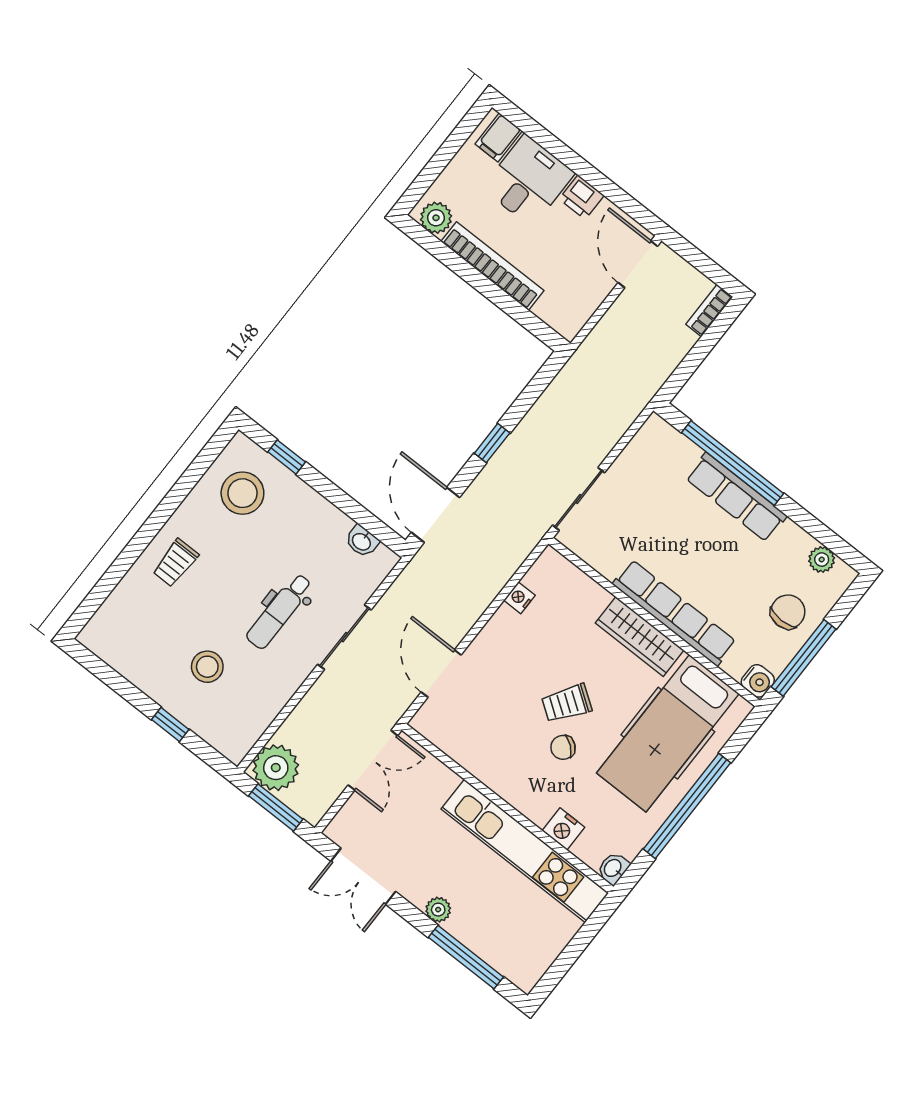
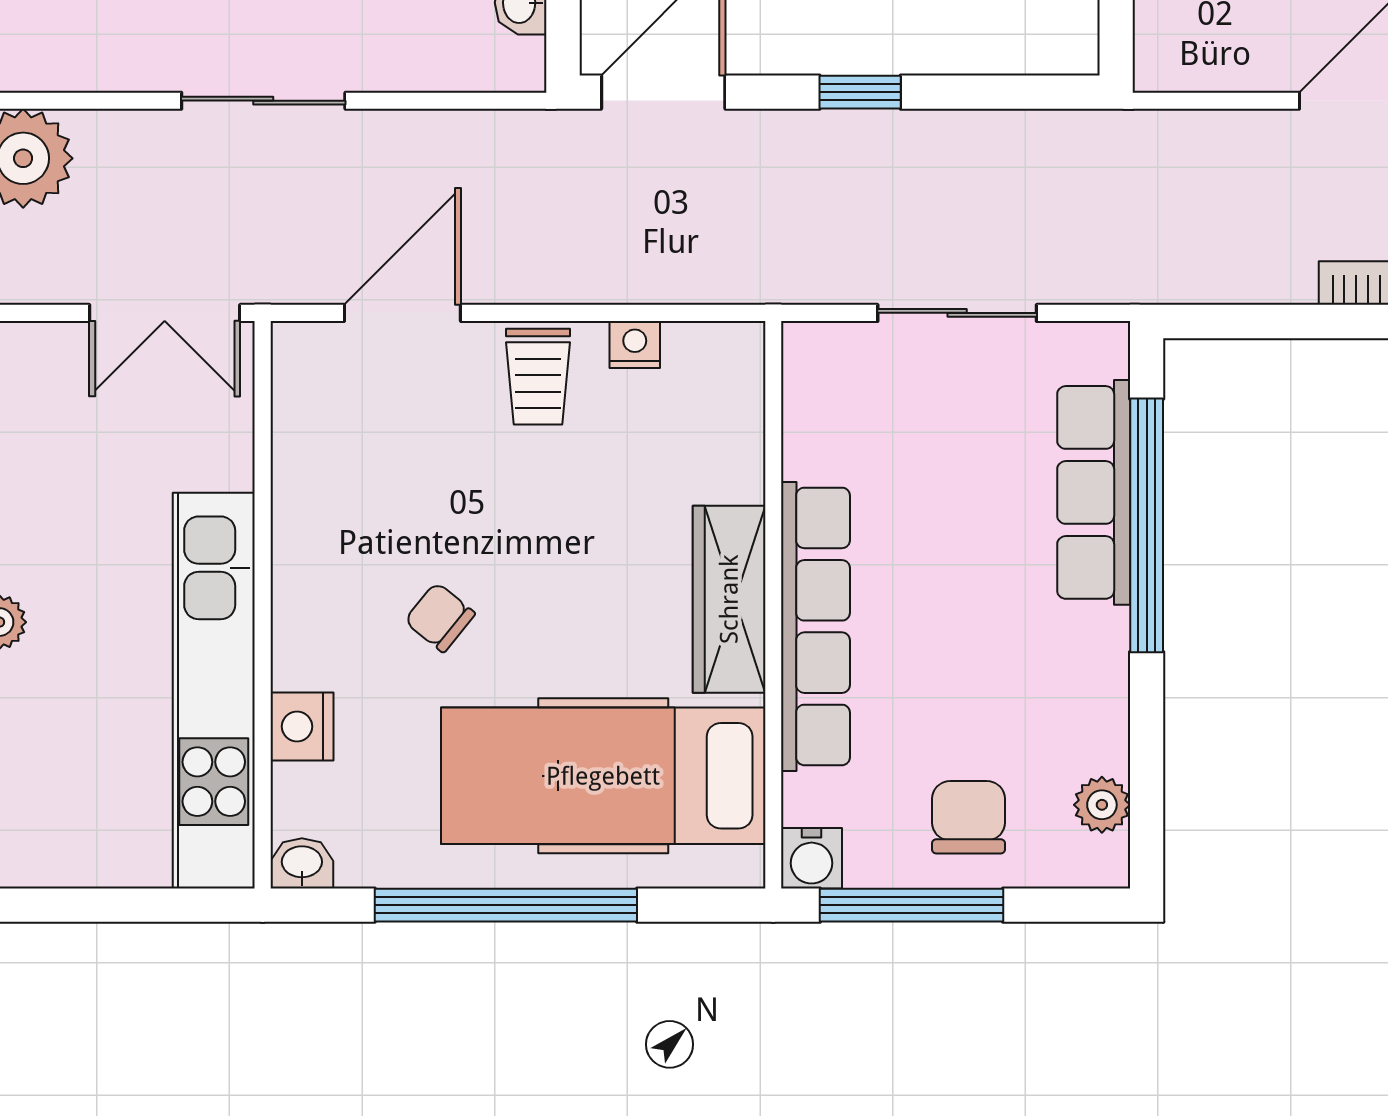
row of seats: (736, 497) -> (1094, 492), moved
sliding door: (579, 499) -> (957, 313), moved
chair: (788, 612) -> (968, 817), turned -90
sliding door: (344, 637) -> (263, 101), moved
trolley: (567, 703) -> (538, 377), moved, turned -125

